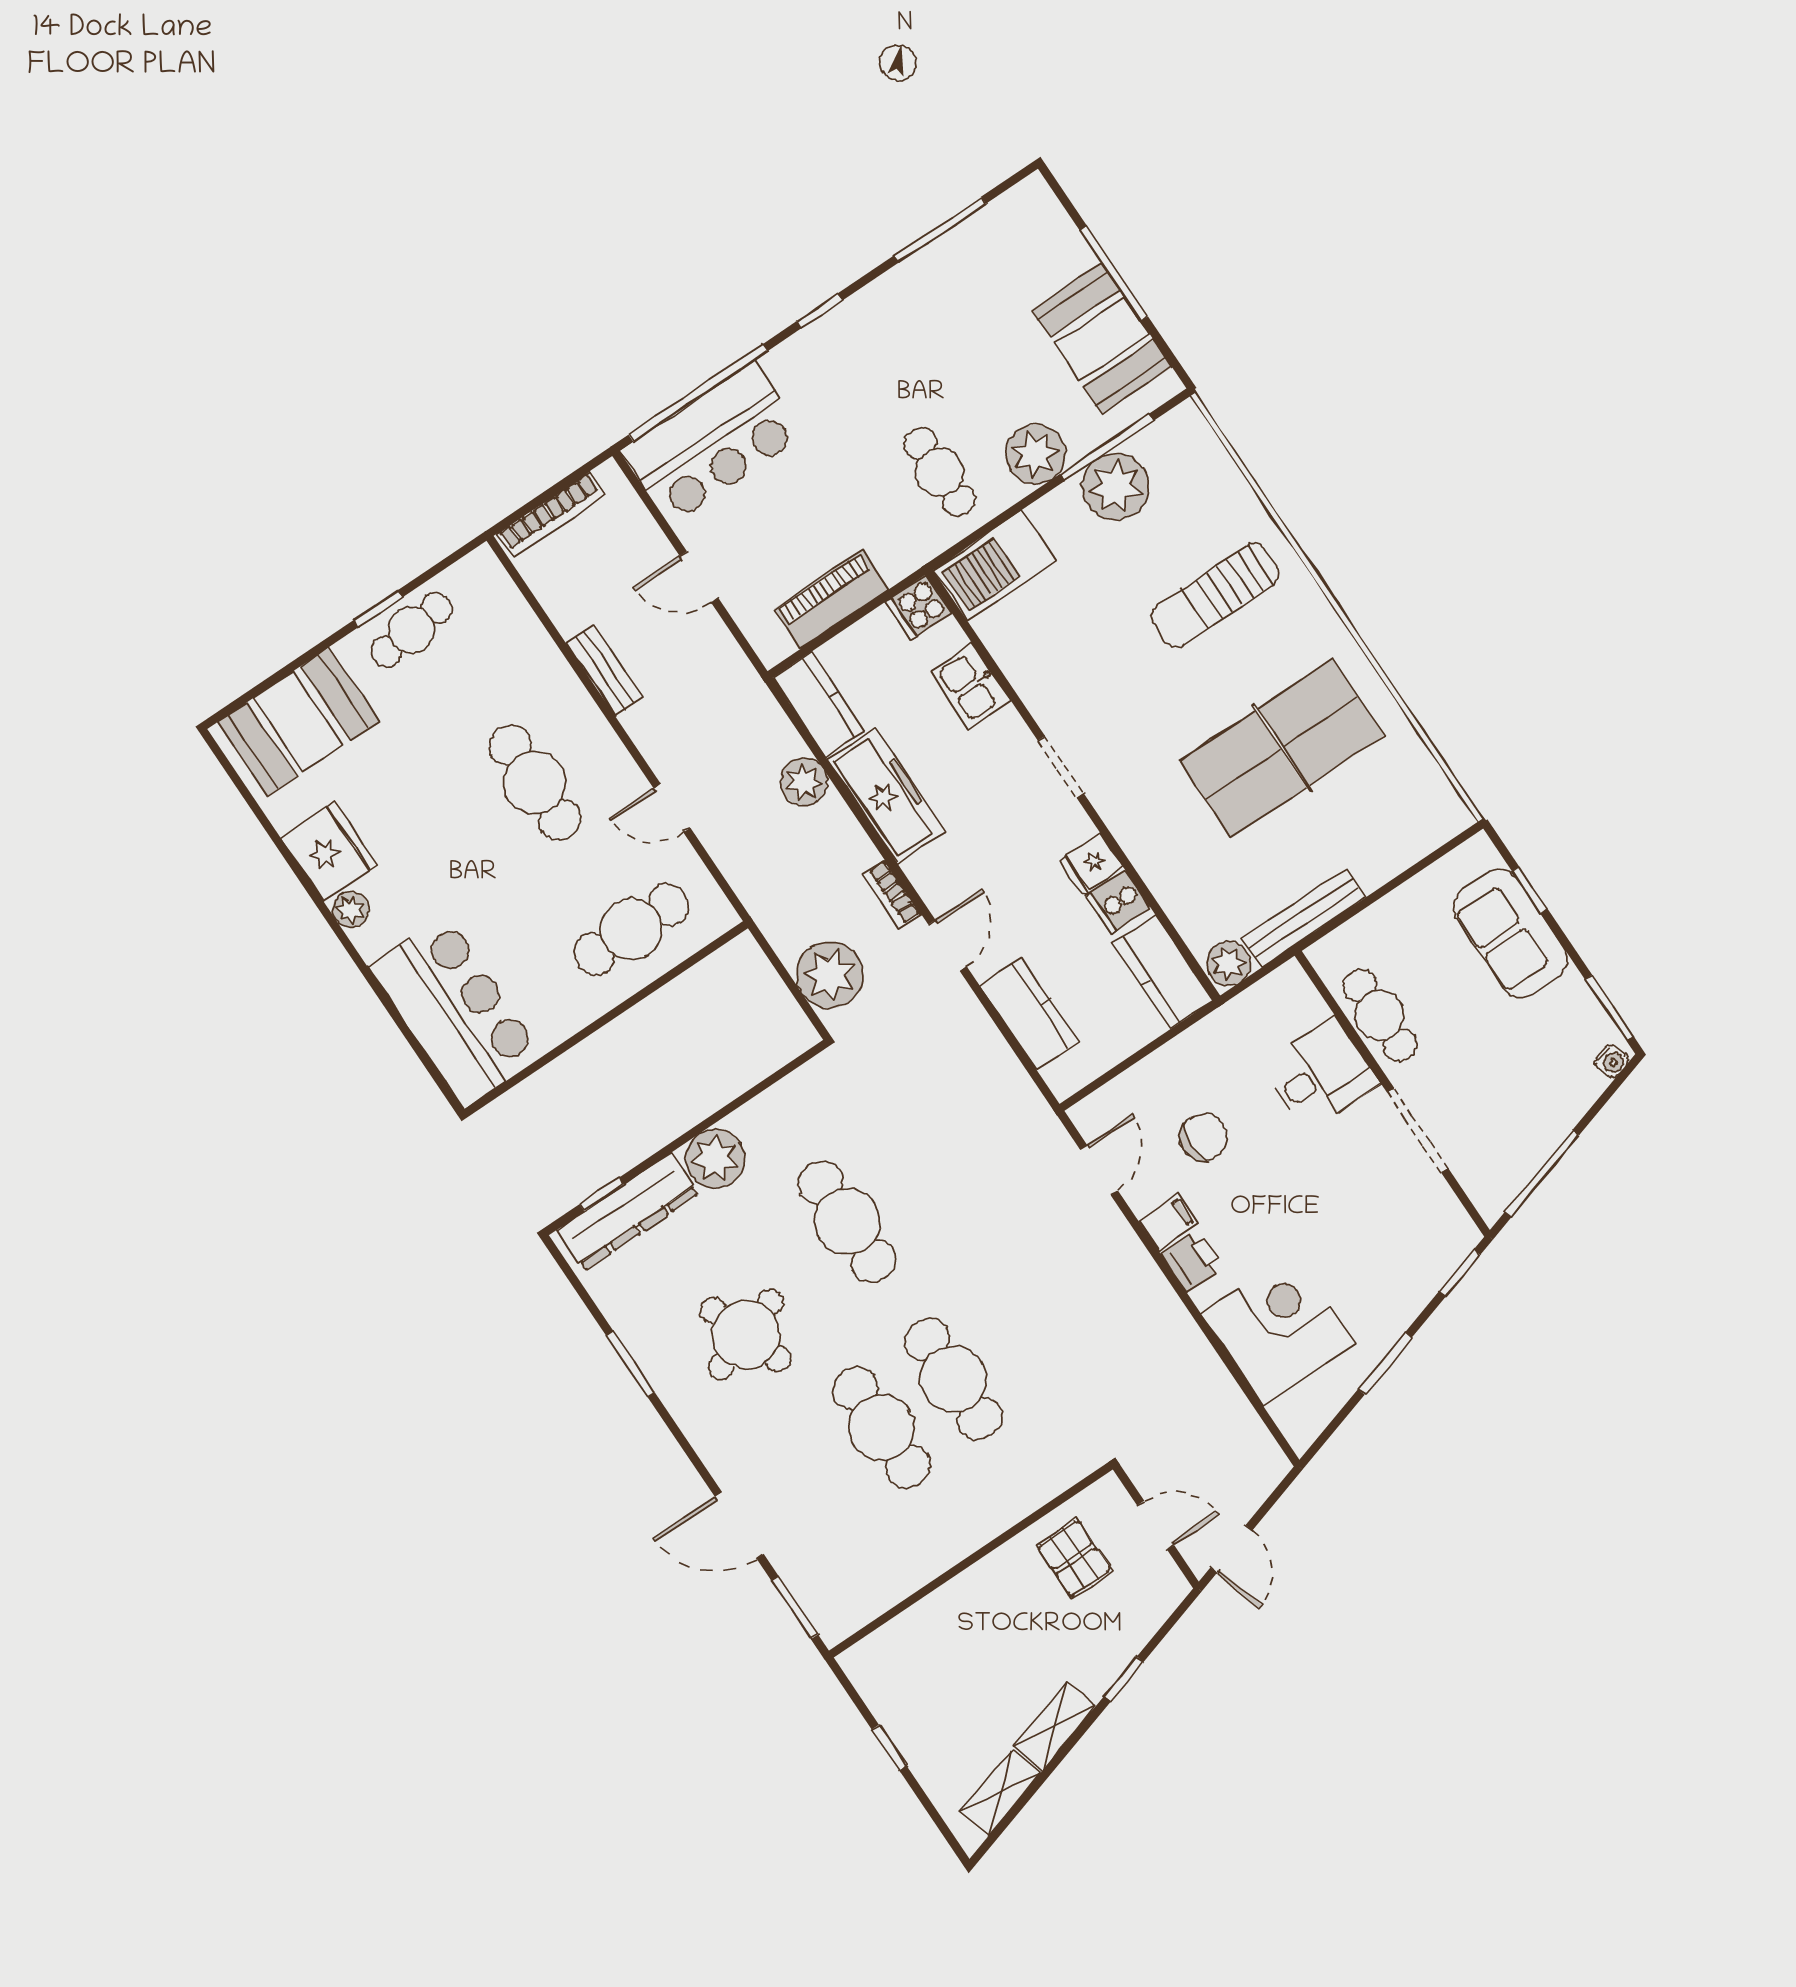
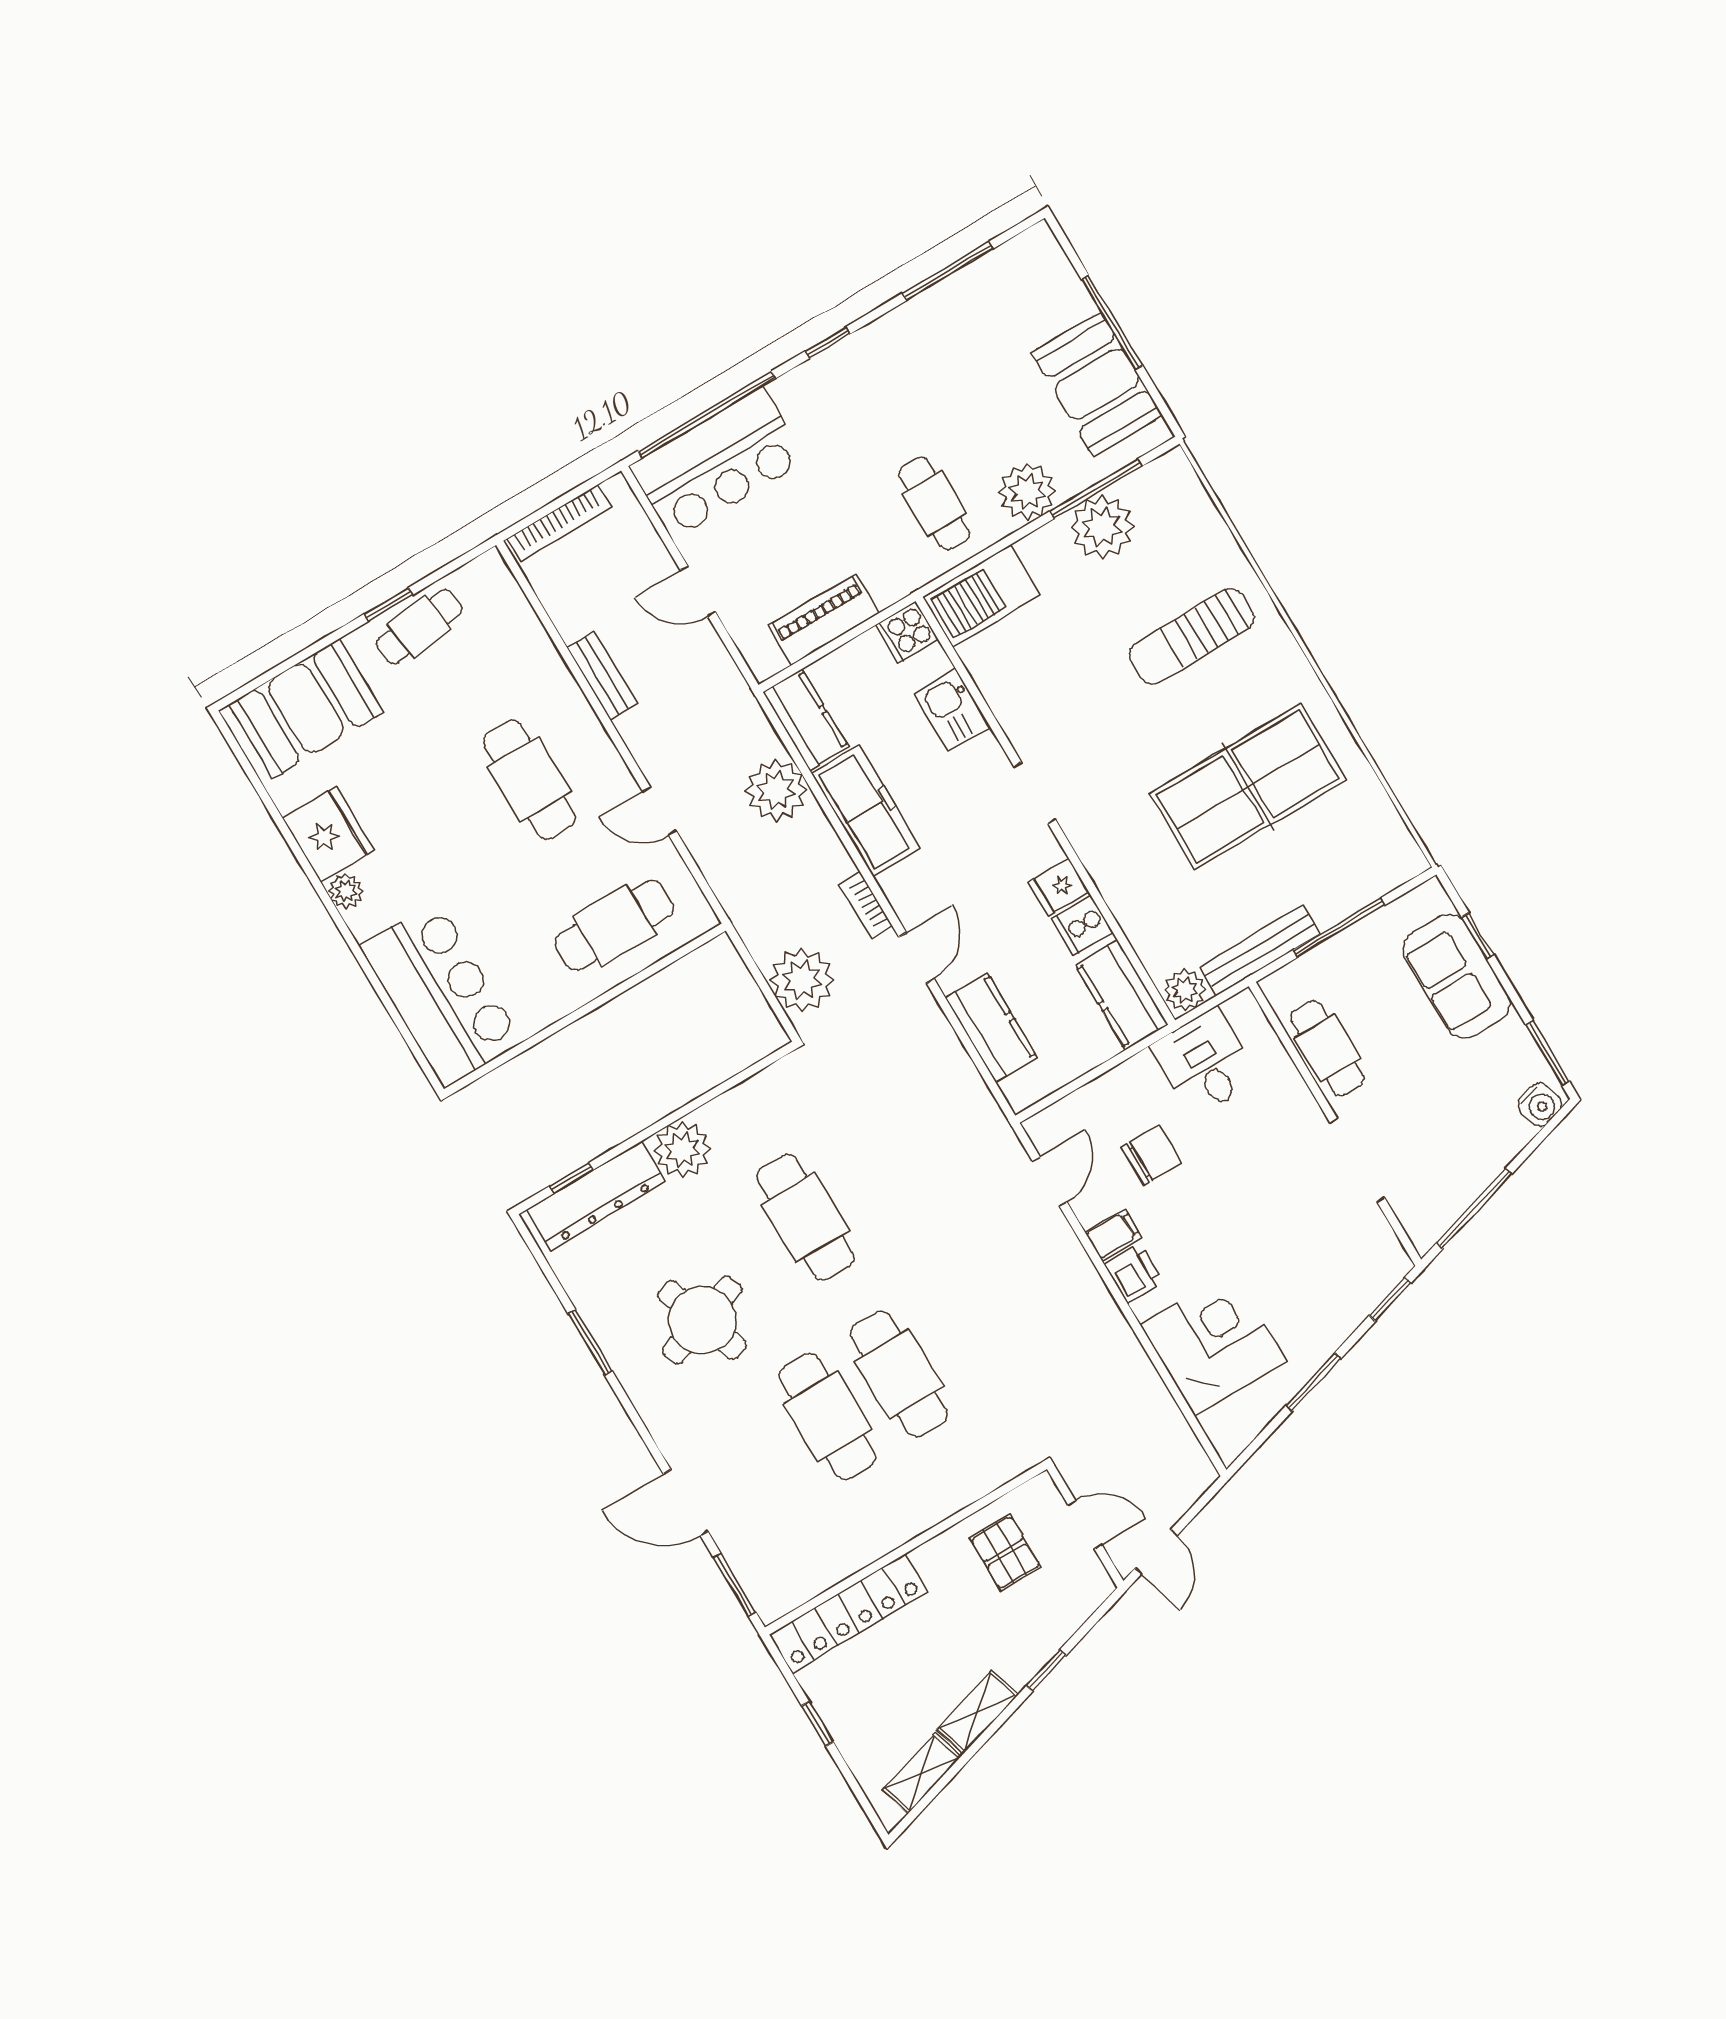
plant: (804, 782) -> (776, 790), width x1.36, depth x1.36
window: (1385, 889) -> (1339, 928), added
water cooler: (1612, 1061) -> (1540, 1105), width x1.38, depth x1.38
desk: (1321, 1074) -> (1205, 1062), moved, turned -90
locker: (915, 1631) -> (848, 1613), added

